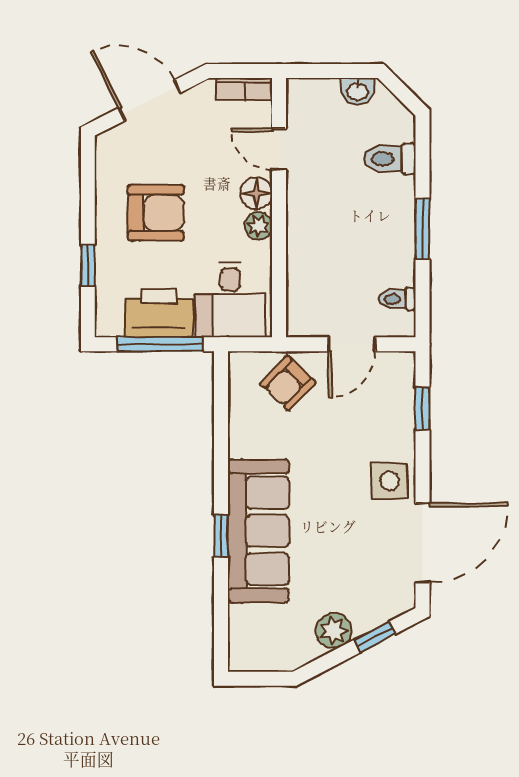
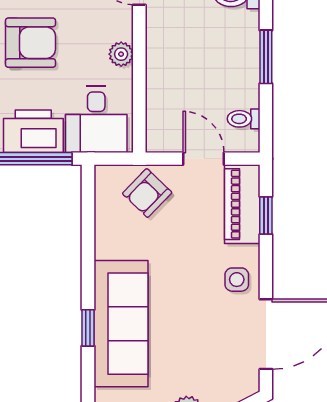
floor lamp: (256, 193) -> (119, 25), removed
door: (352, 344) -> (203, 159), swing flipped
piano: (396, 396) -> (242, 204), added
side table: (389, 481) -> (237, 280), width x0.73, depth x0.73

